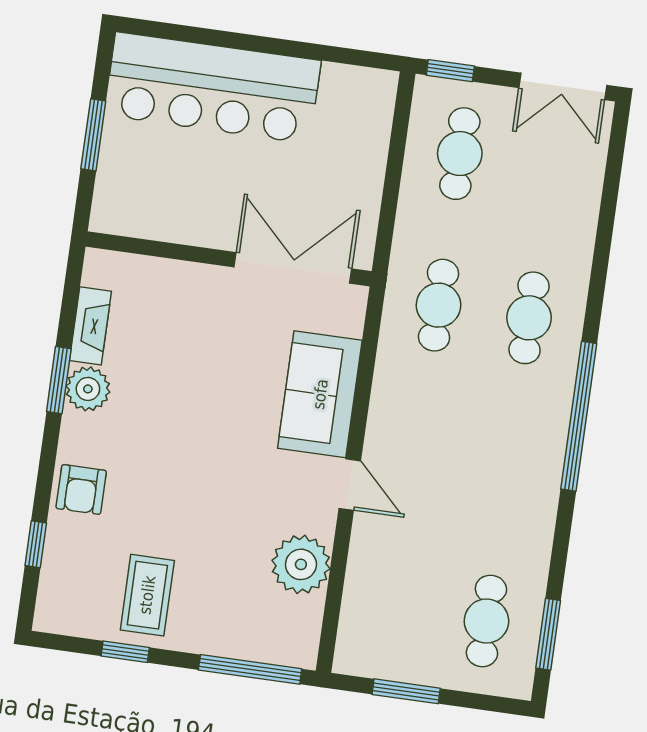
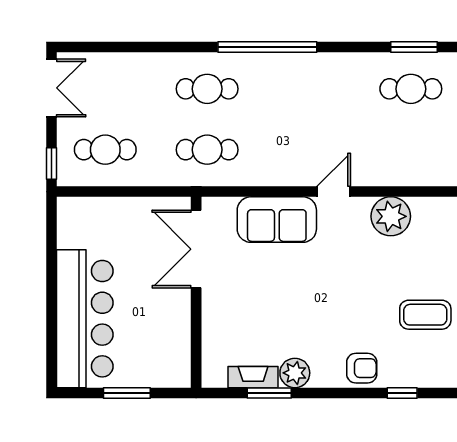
window: (59, 380) -> (269, 393), moved

